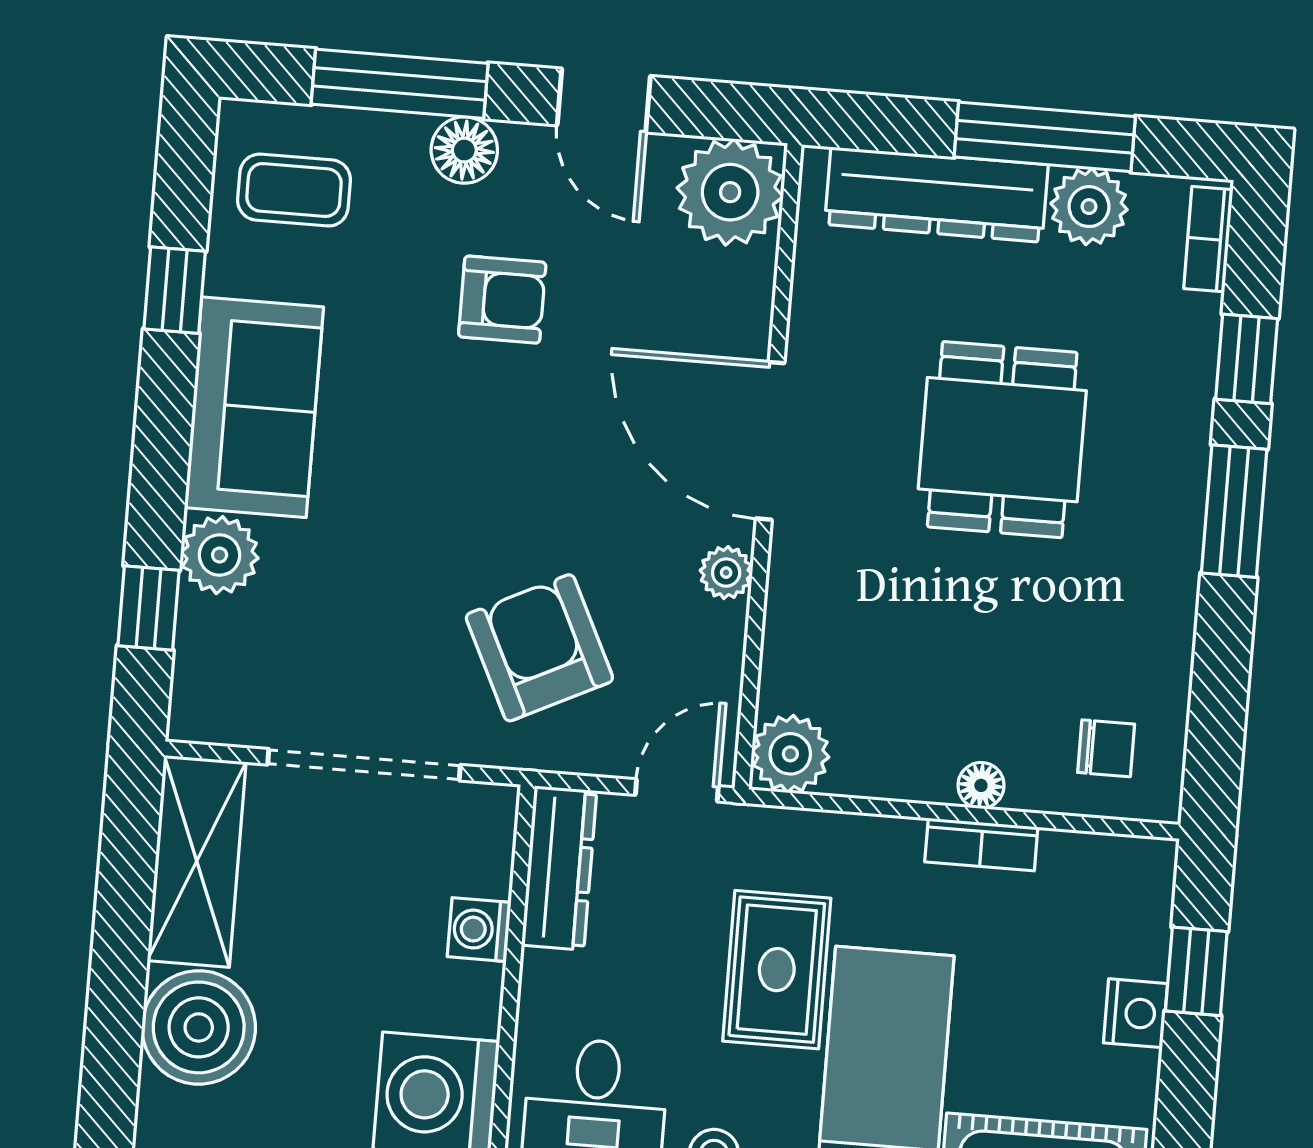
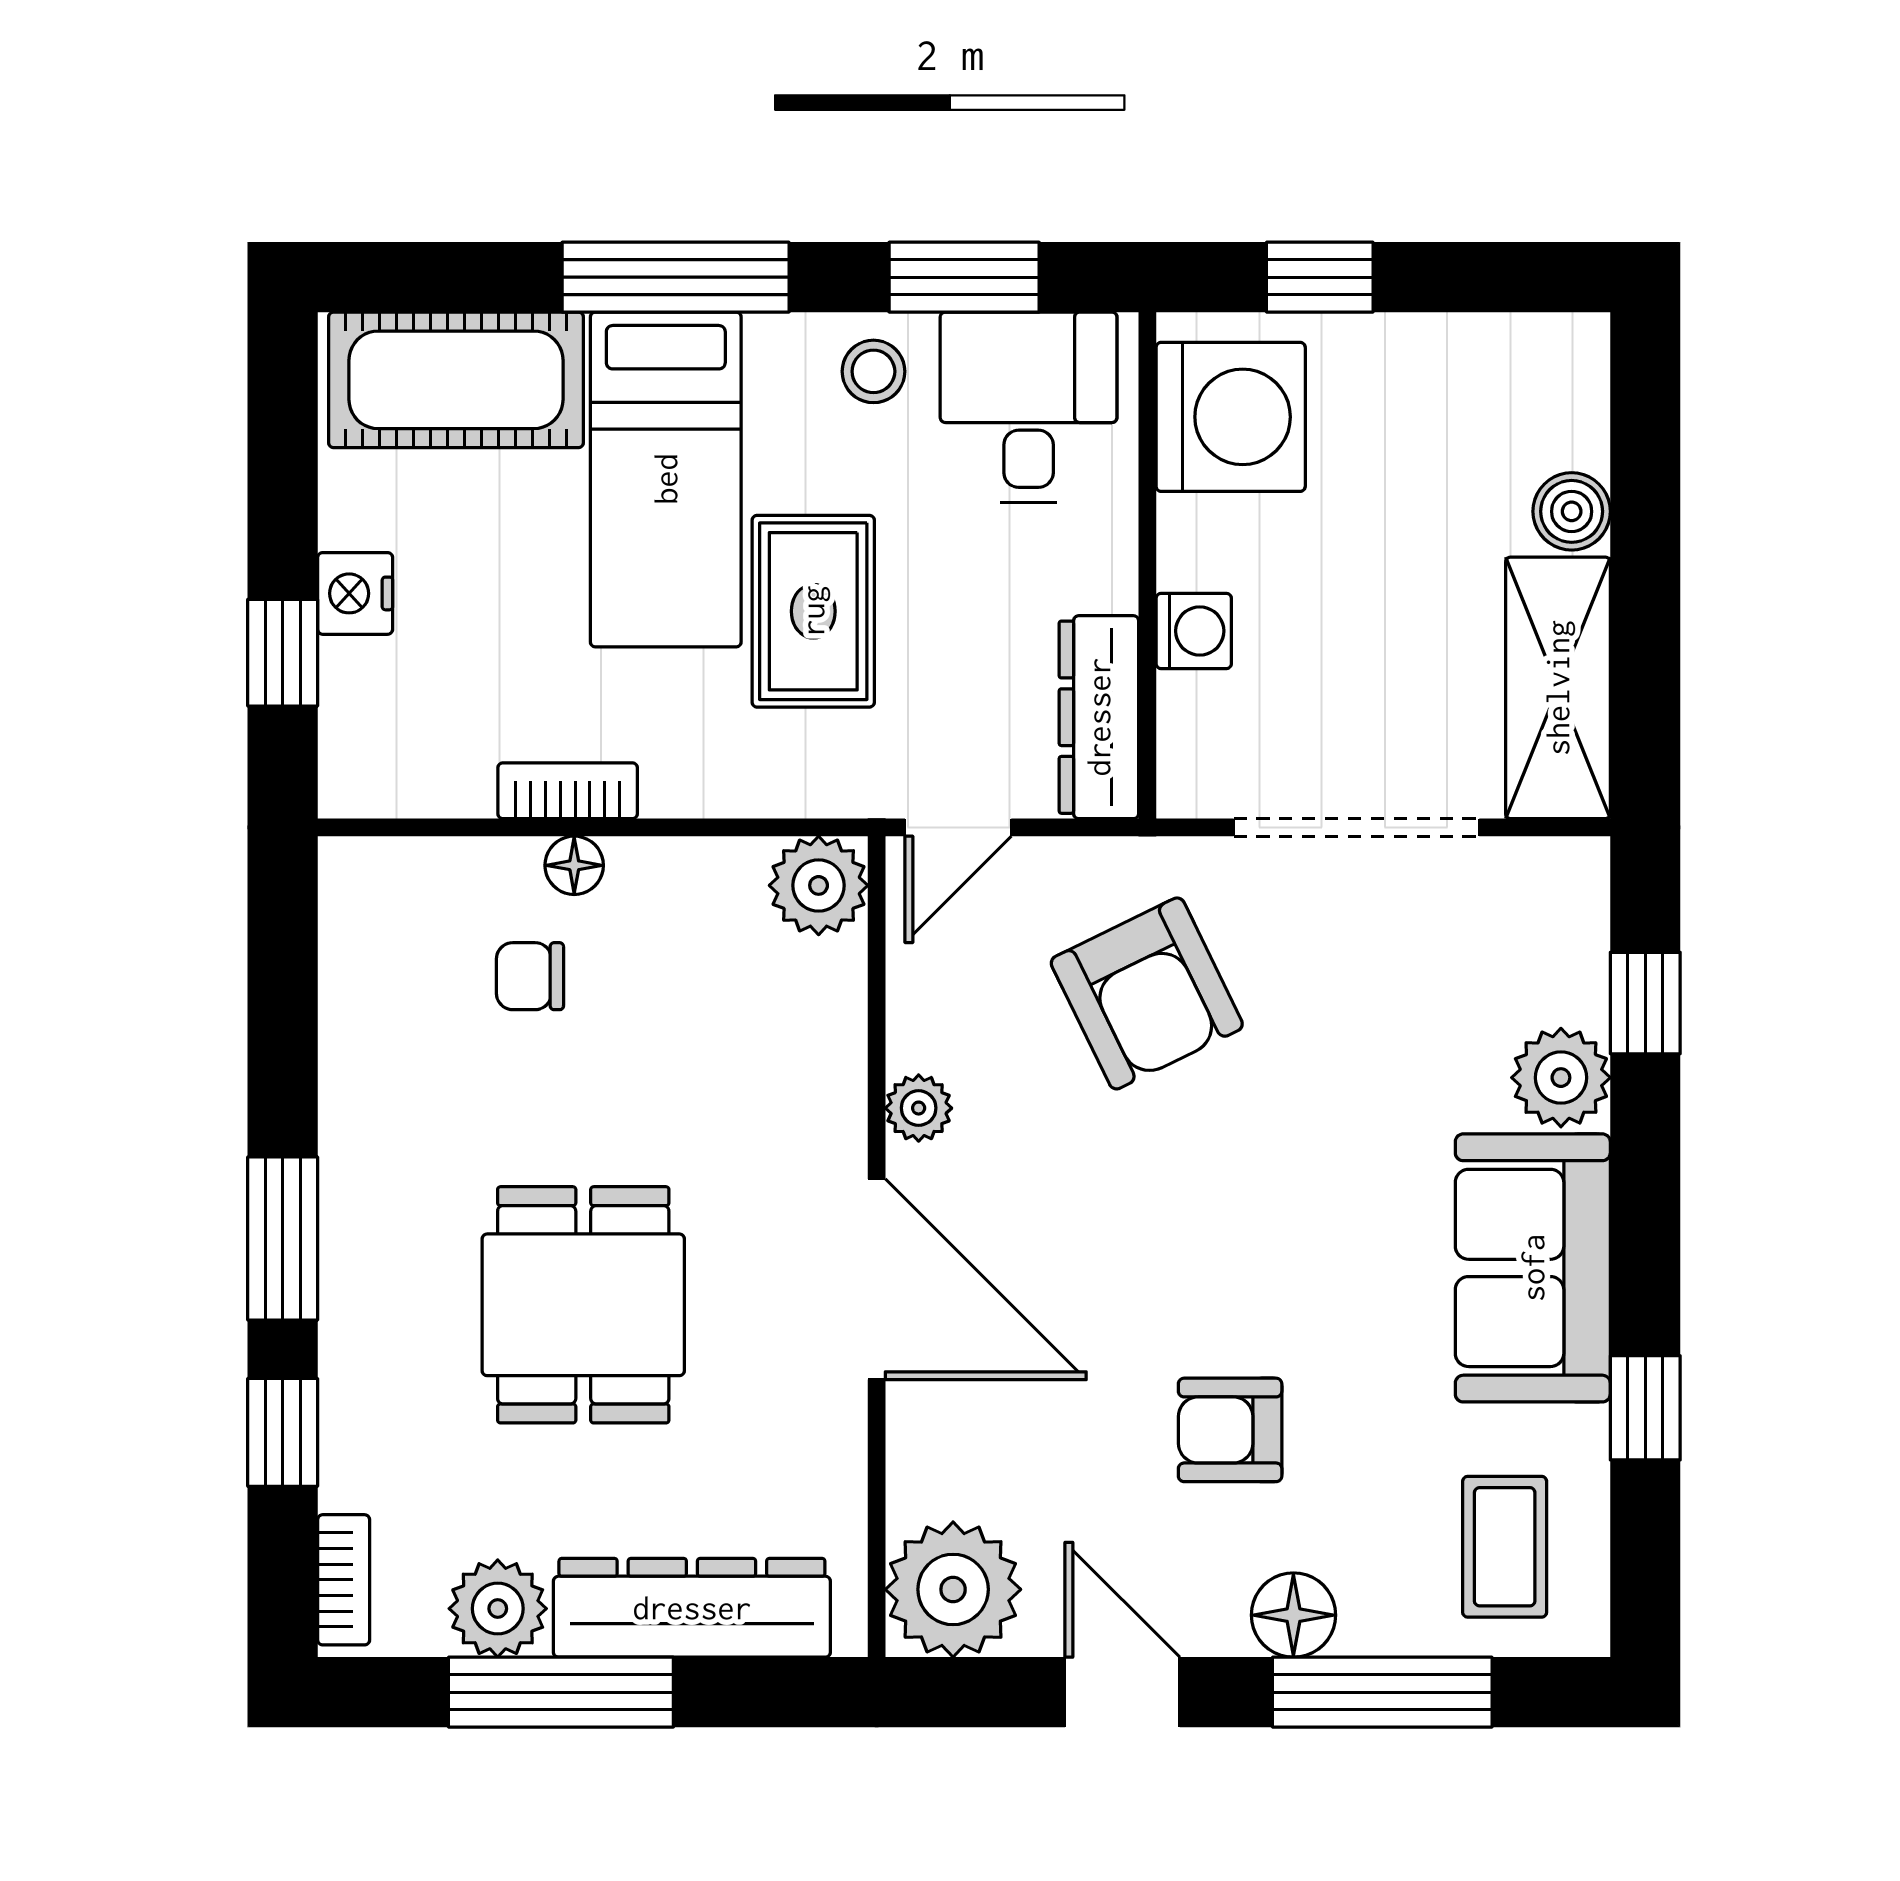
coffee table: (294, 190) -> (1505, 1547), turned 90
chair: (1106, 748) -> (530, 976), moved
boiler: (199, 1027) -> (1572, 511), width x0.54, depth x0.54

